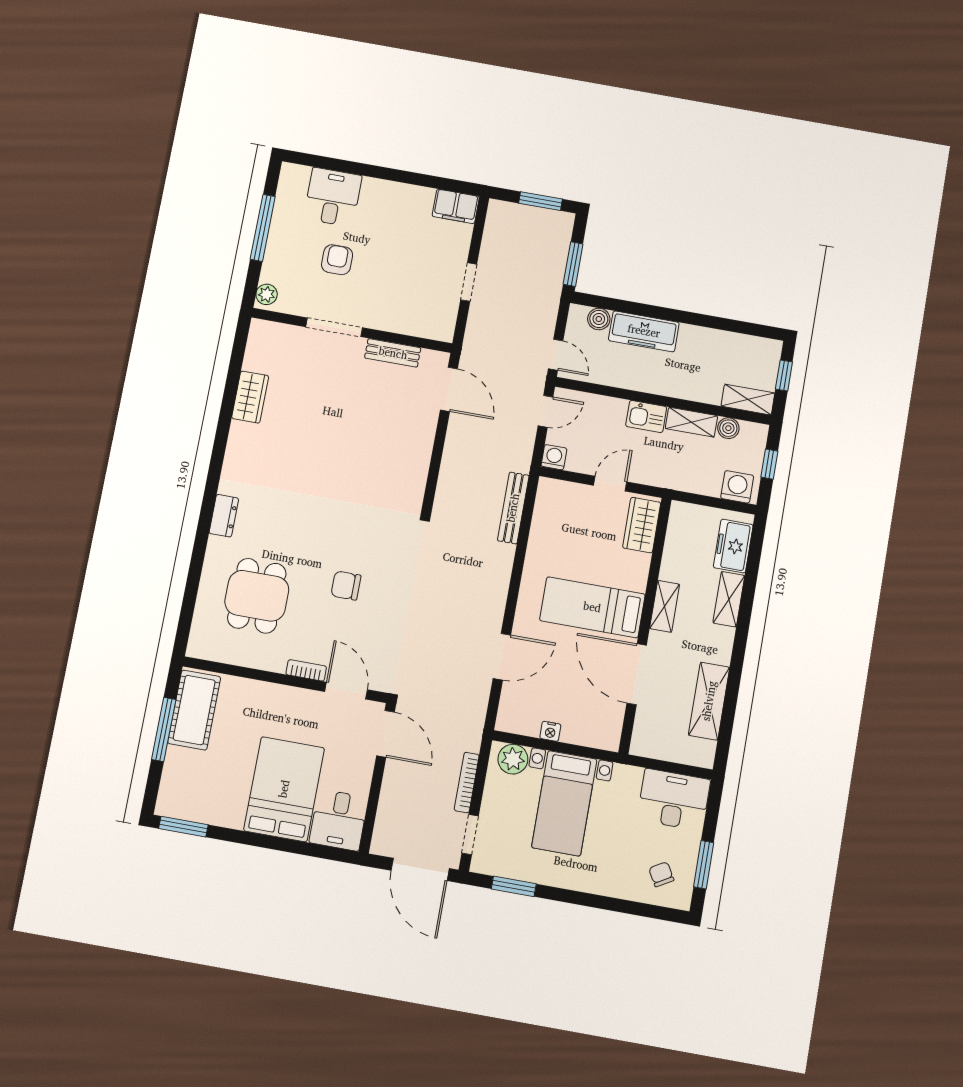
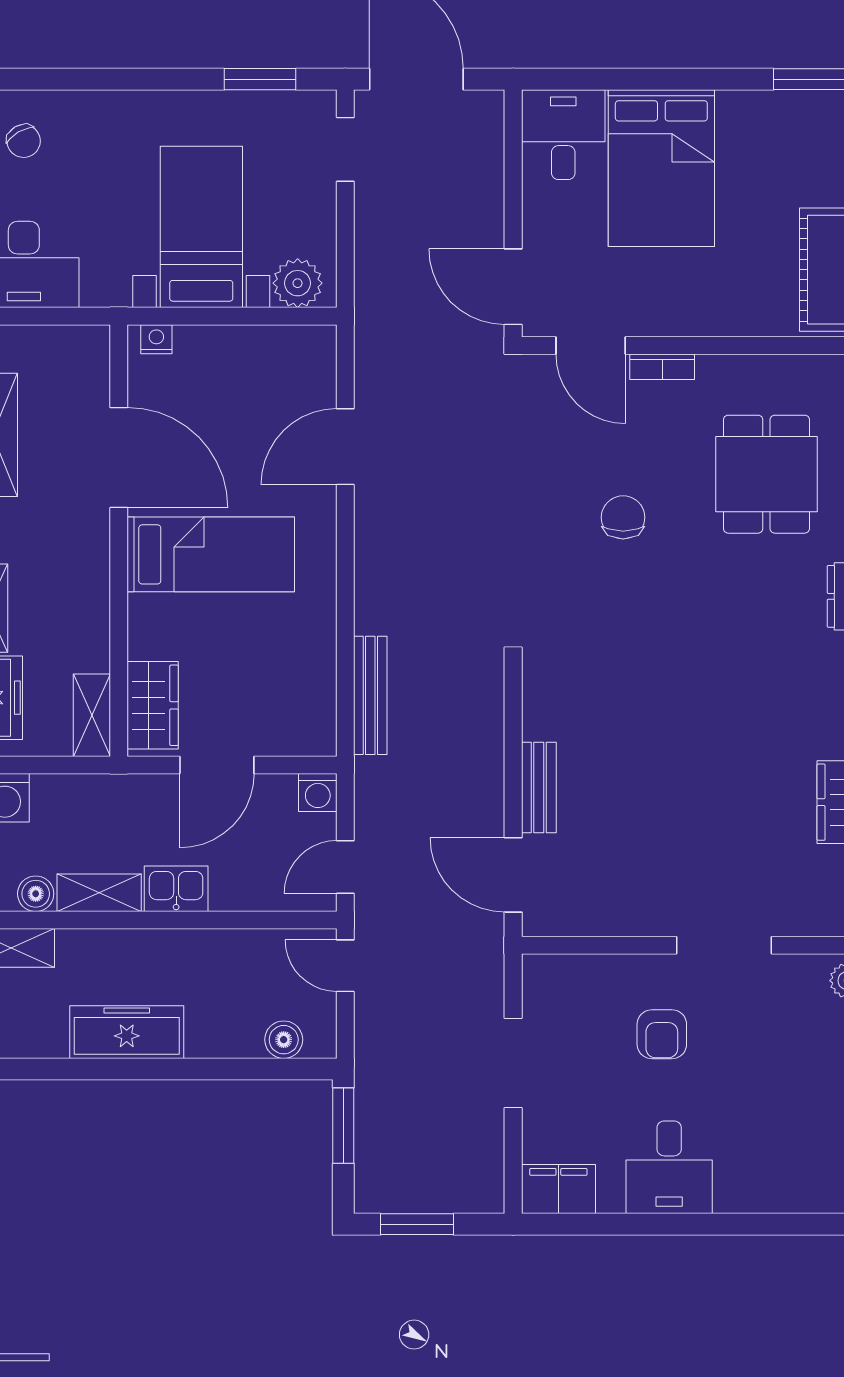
desk: (333, 197) -> (669, 1167), moved
armchair: (337, 260) -> (662, 1034), moved
doorway: (469, 282) -> (513, 1063), width x1.38
freezer: (644, 331) -> (127, 1032), moved
bench: (393, 353) -> (539, 788), moved, turned 90
door: (610, 484) -> (217, 765), width x1.38
chair: (346, 586) -> (623, 517), turned -90
shelving: (665, 606) -> (92, 715), moved
nightstand: (550, 731) -> (156, 339), moved
bookcase: (467, 782) -> (366, 232), removed

